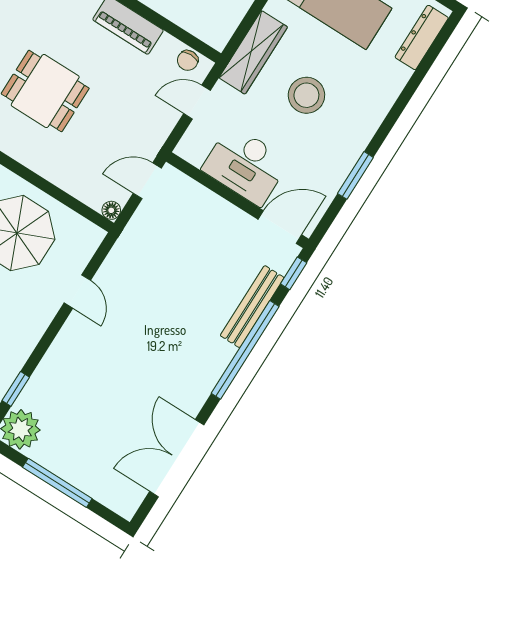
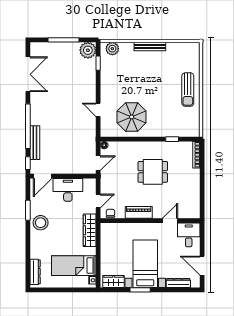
stool: (306, 95) -> (41, 223), moved

